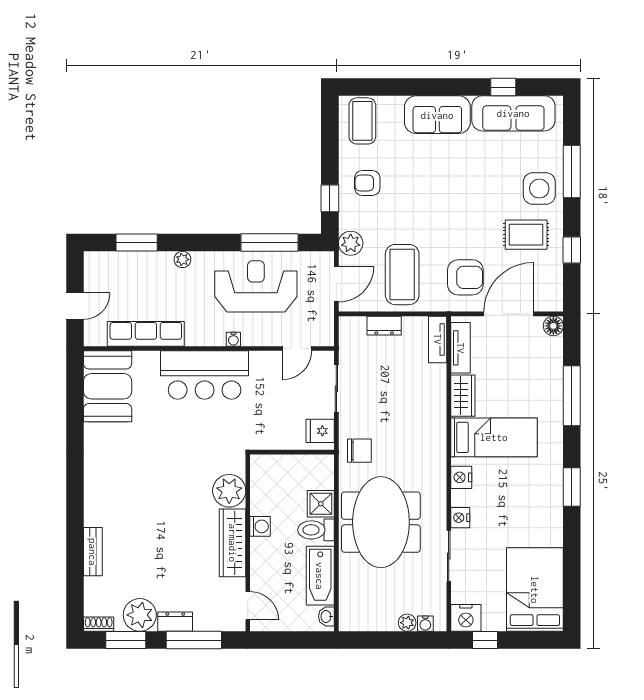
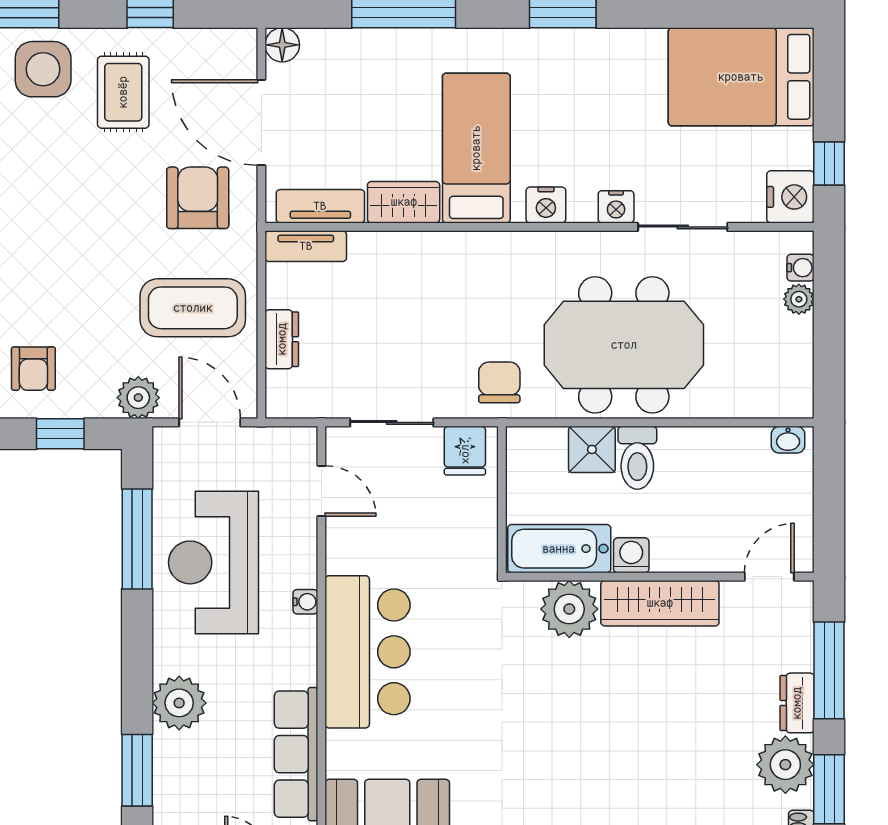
plant: (182, 259) -> (179, 703), width x1.88, depth x1.88
bathtub: (320, 576) -> (559, 549), moved, turned 180

